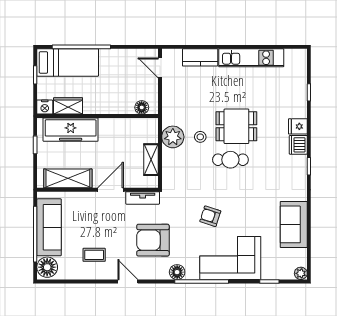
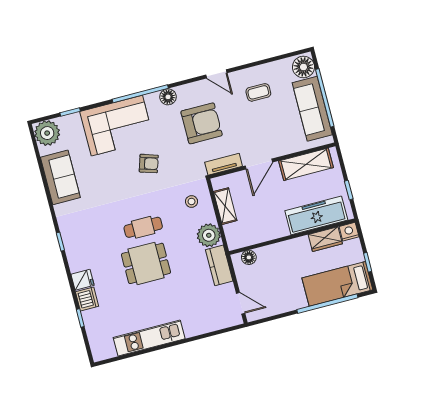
kitchen counter: (200, 57) -> (219, 265), moved, turned -90
stool: (200, 137) -> (192, 201), moved
dishwasher: (298, 145) -> (87, 299), moved
plant: (301, 273) -> (47, 133), width x1.88, depth x1.88

